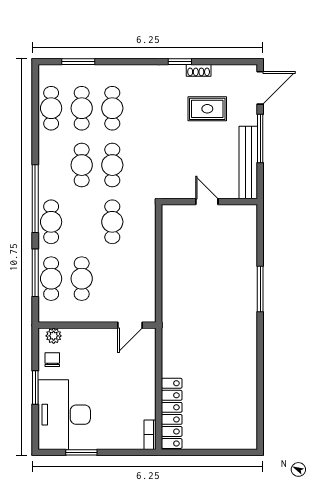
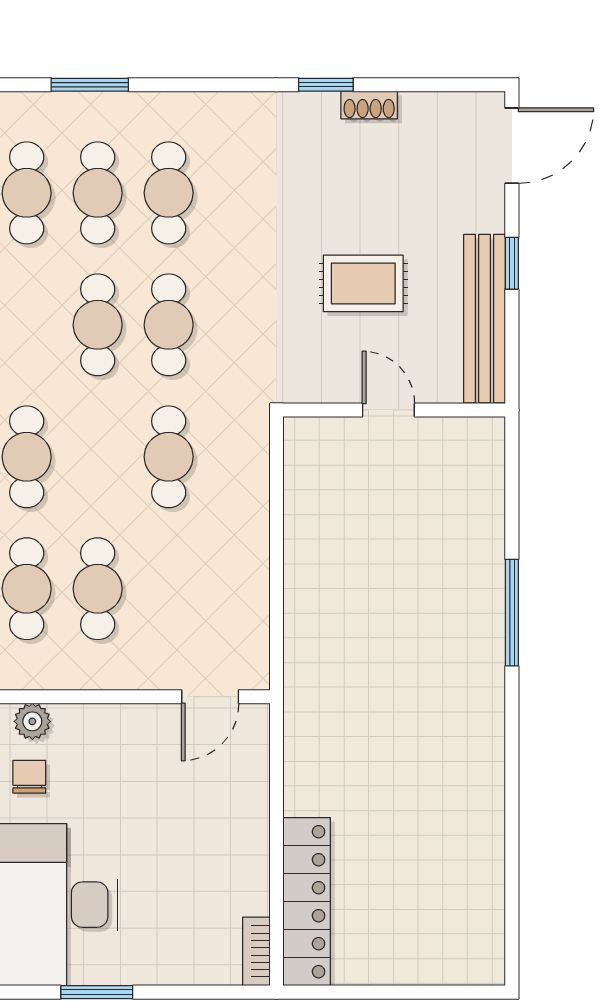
rug: (207, 109) -> (363, 283), moved
window: (260, 139) -> (512, 263), width x0.46

